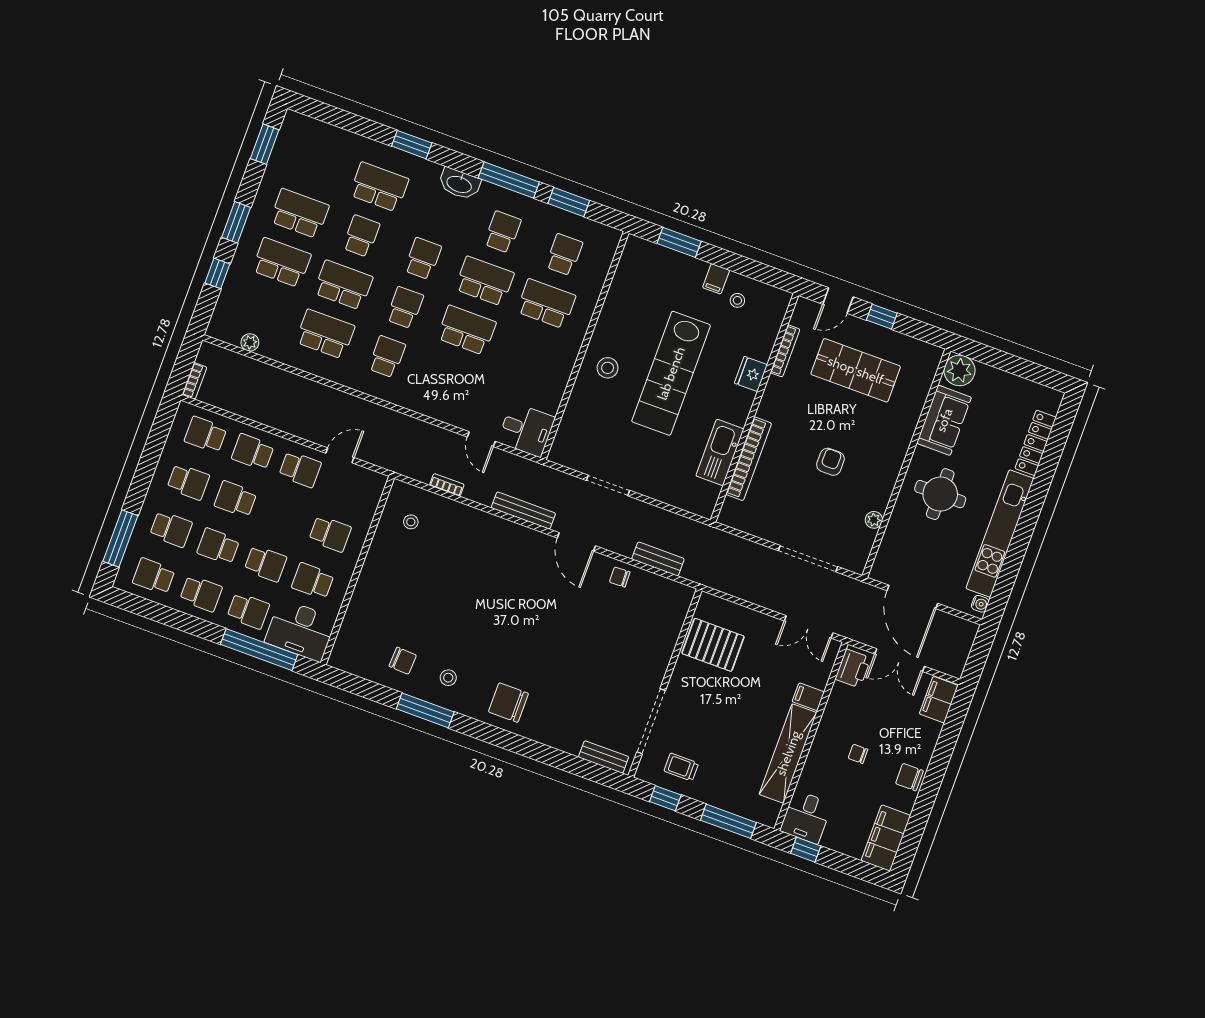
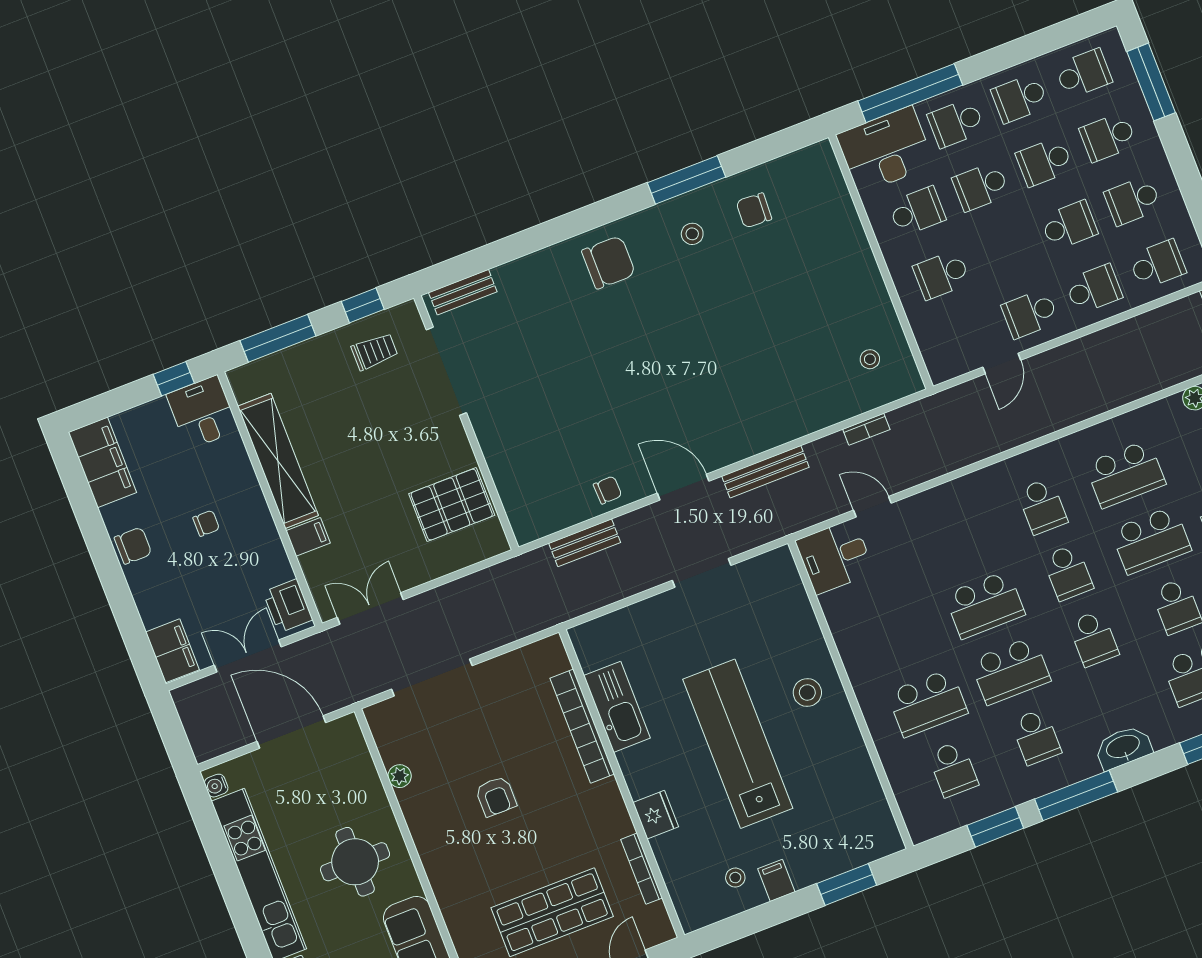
school desk: (218, 546) -> (1044, 162), turned 180

